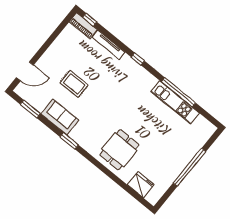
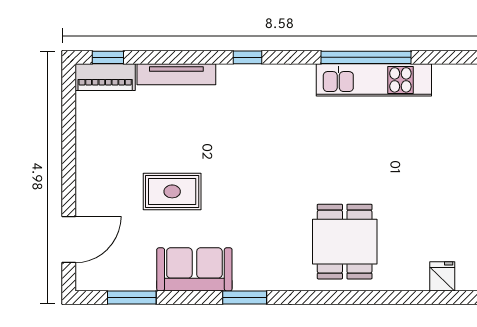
fridge: (141, 184) -> (442, 276), width x0.53, depth x0.75

